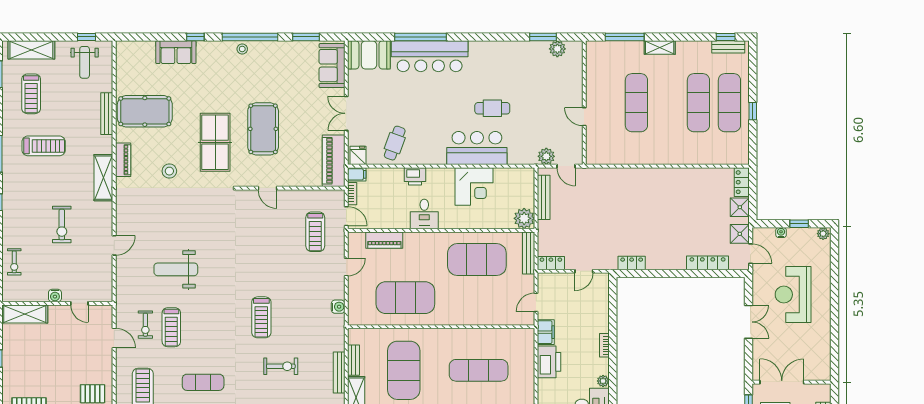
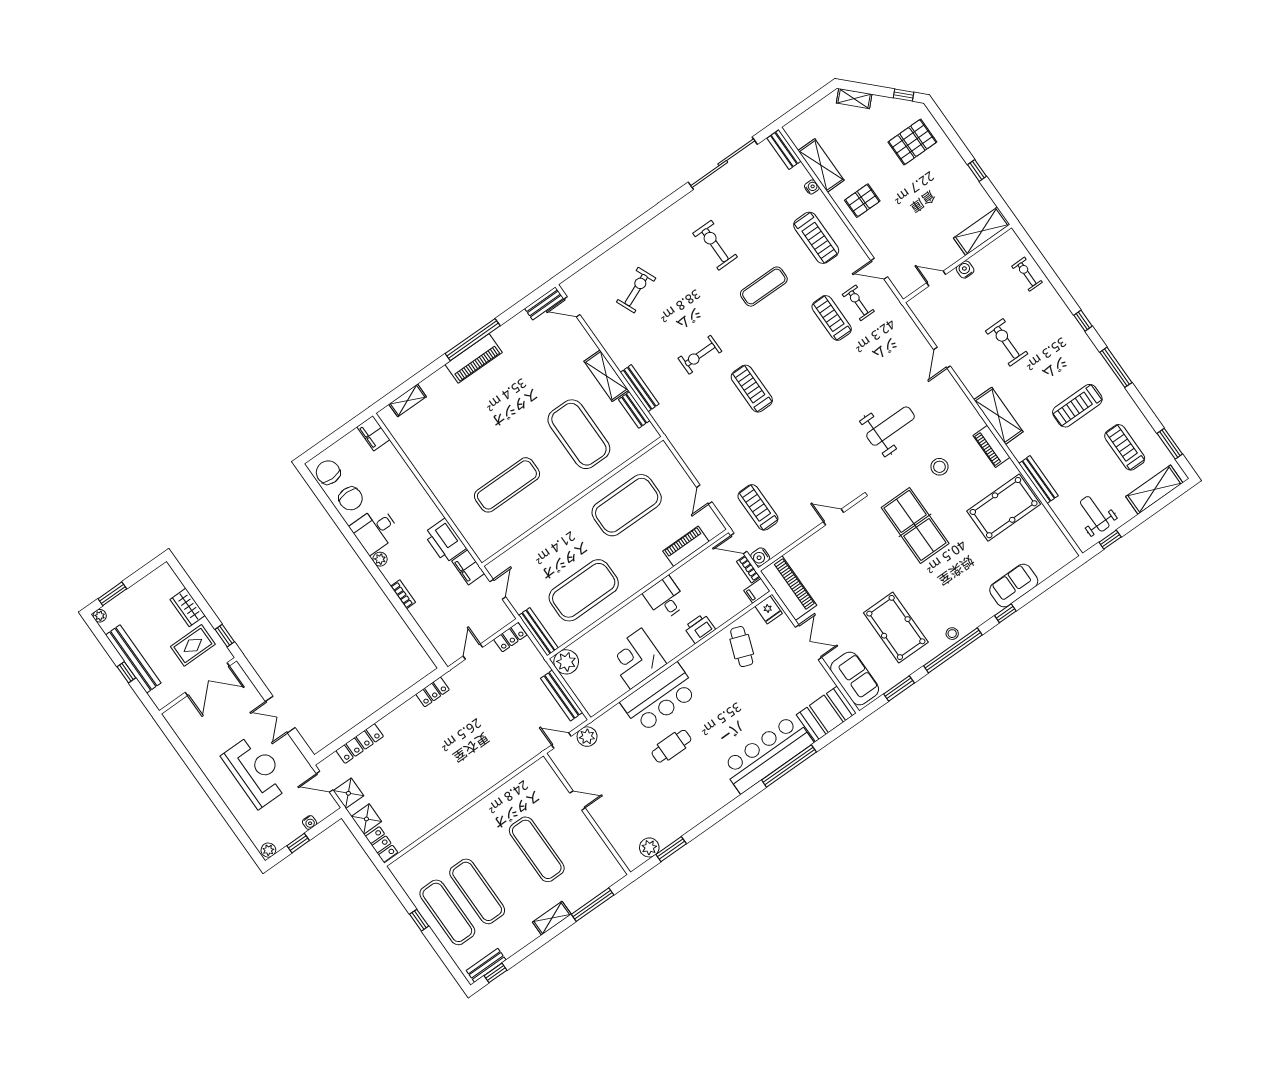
pool table: (263, 129) -> (896, 627), moved
weight bench: (176, 269) -> (891, 426), moved
water cooler: (338, 307) -> (760, 557), moved

